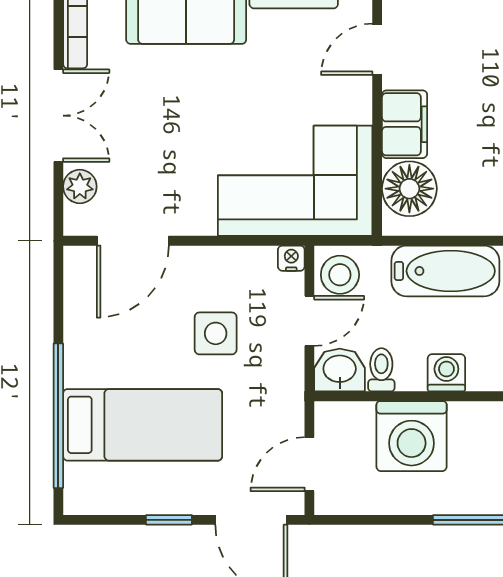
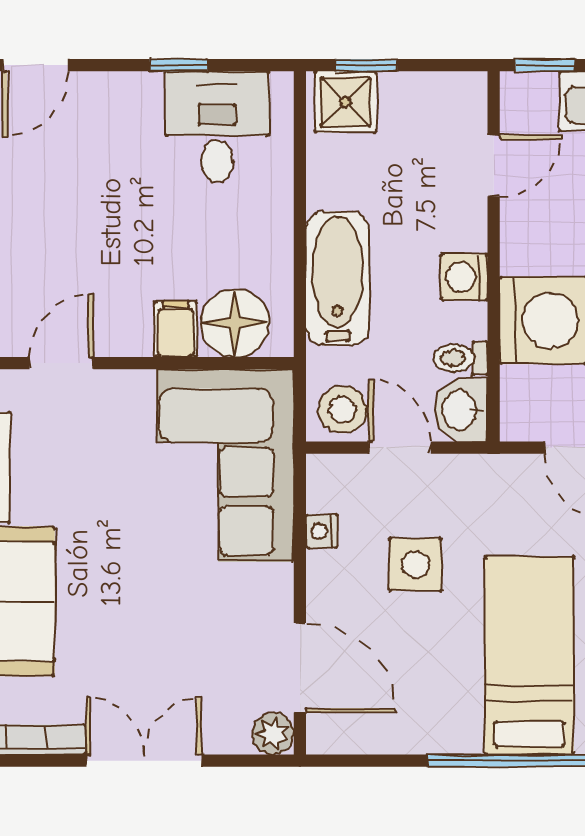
door: (377, 49) -> (61, 363), swing flipped
filing cabinet: (405, 124) -> (176, 329), width x0.50
plant: (80, 186) -> (273, 734), moved
nightstand: (291, 258) -> (322, 531), moved

